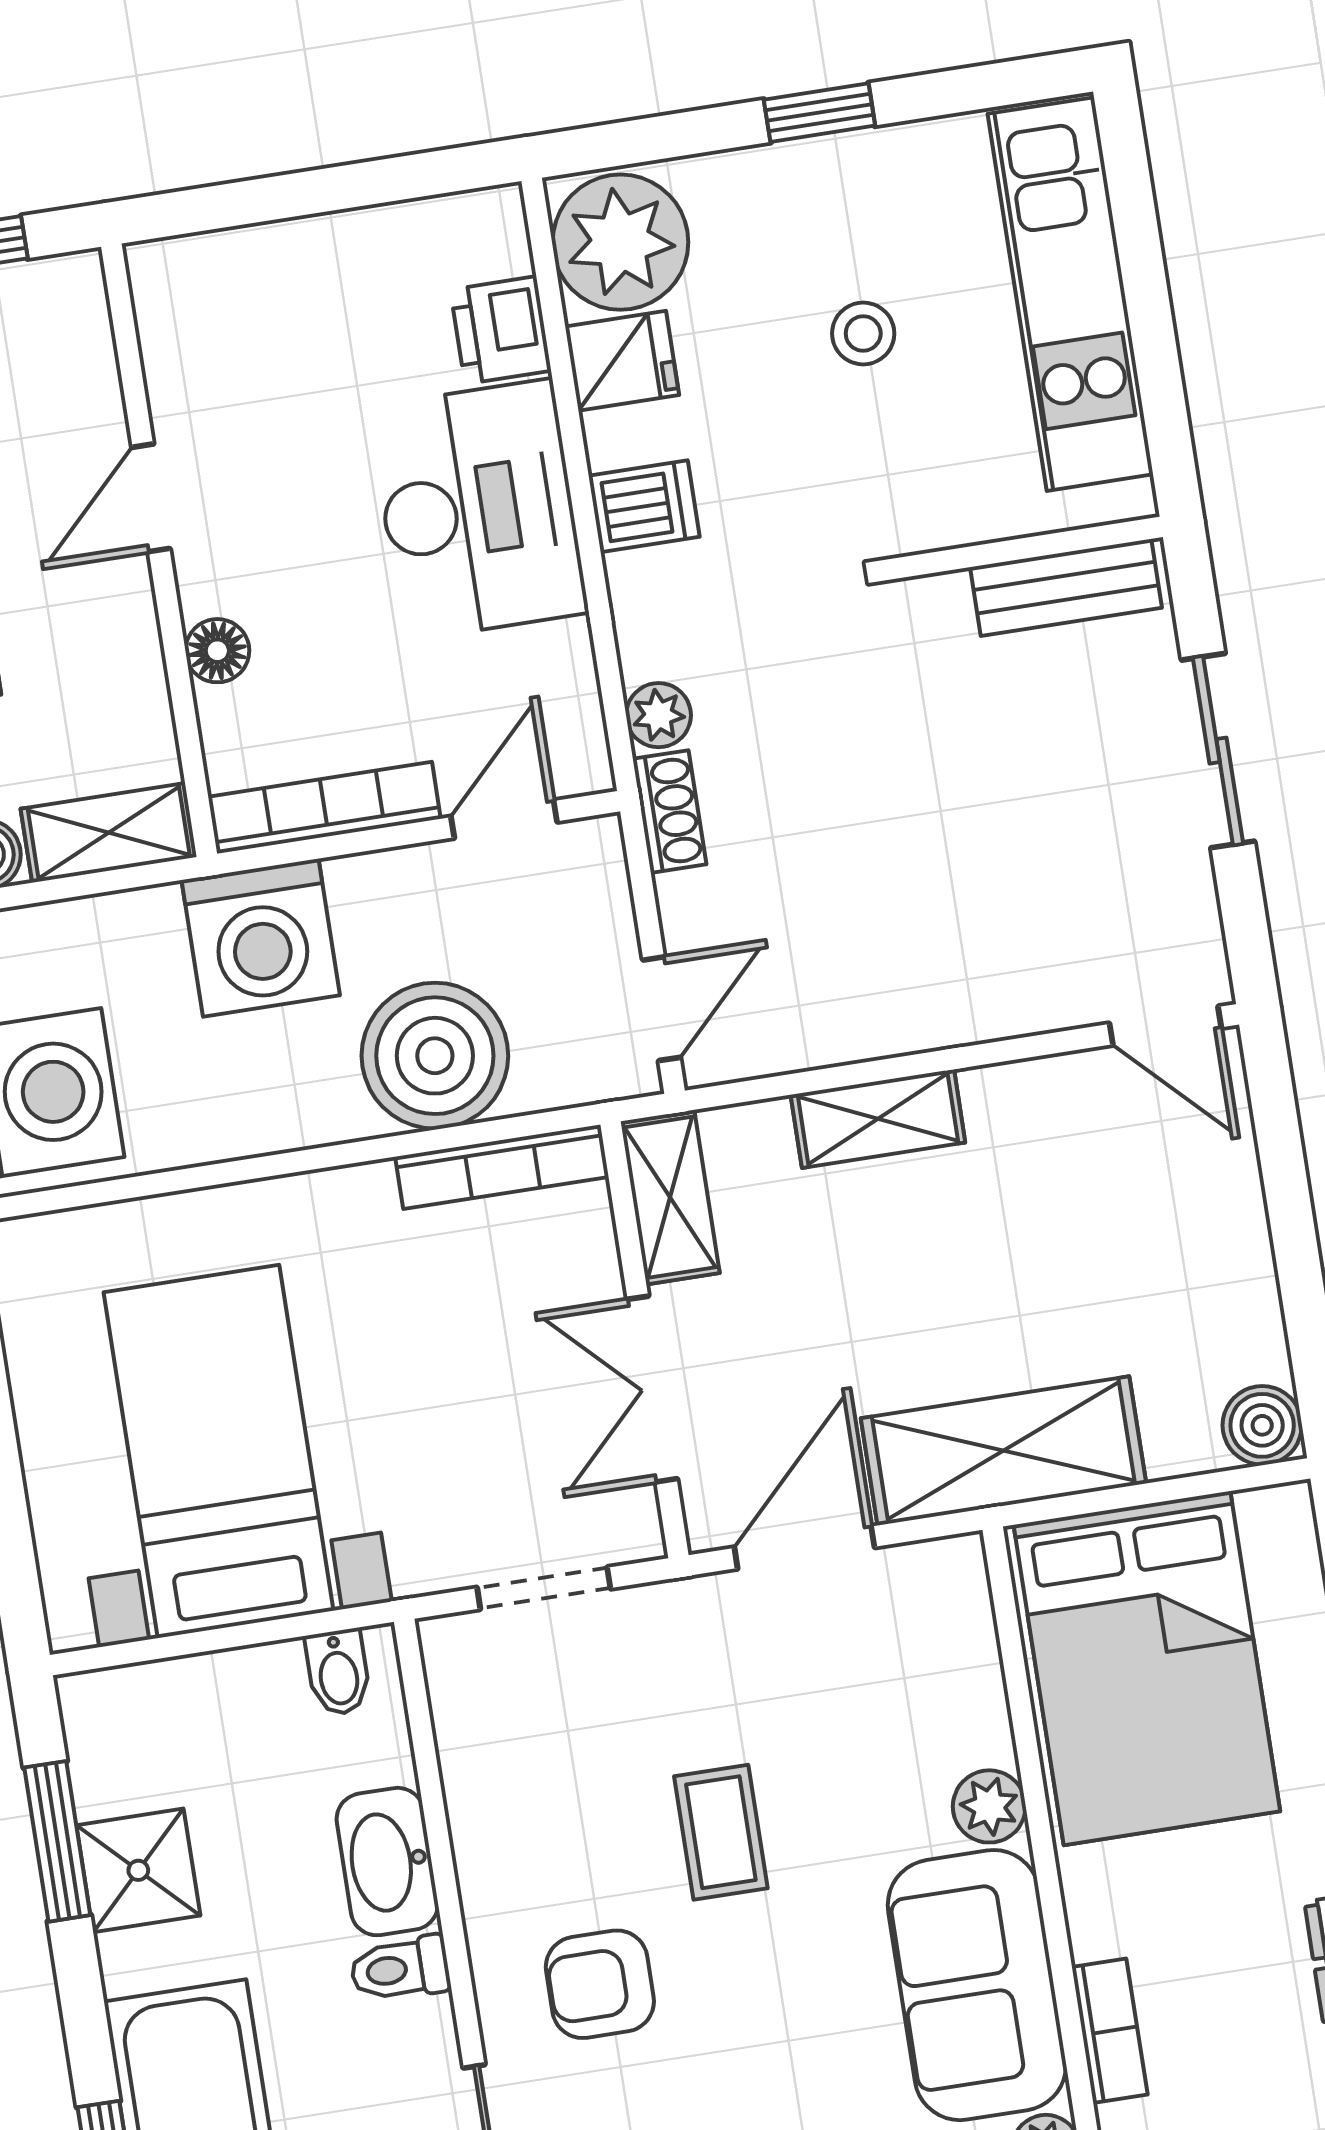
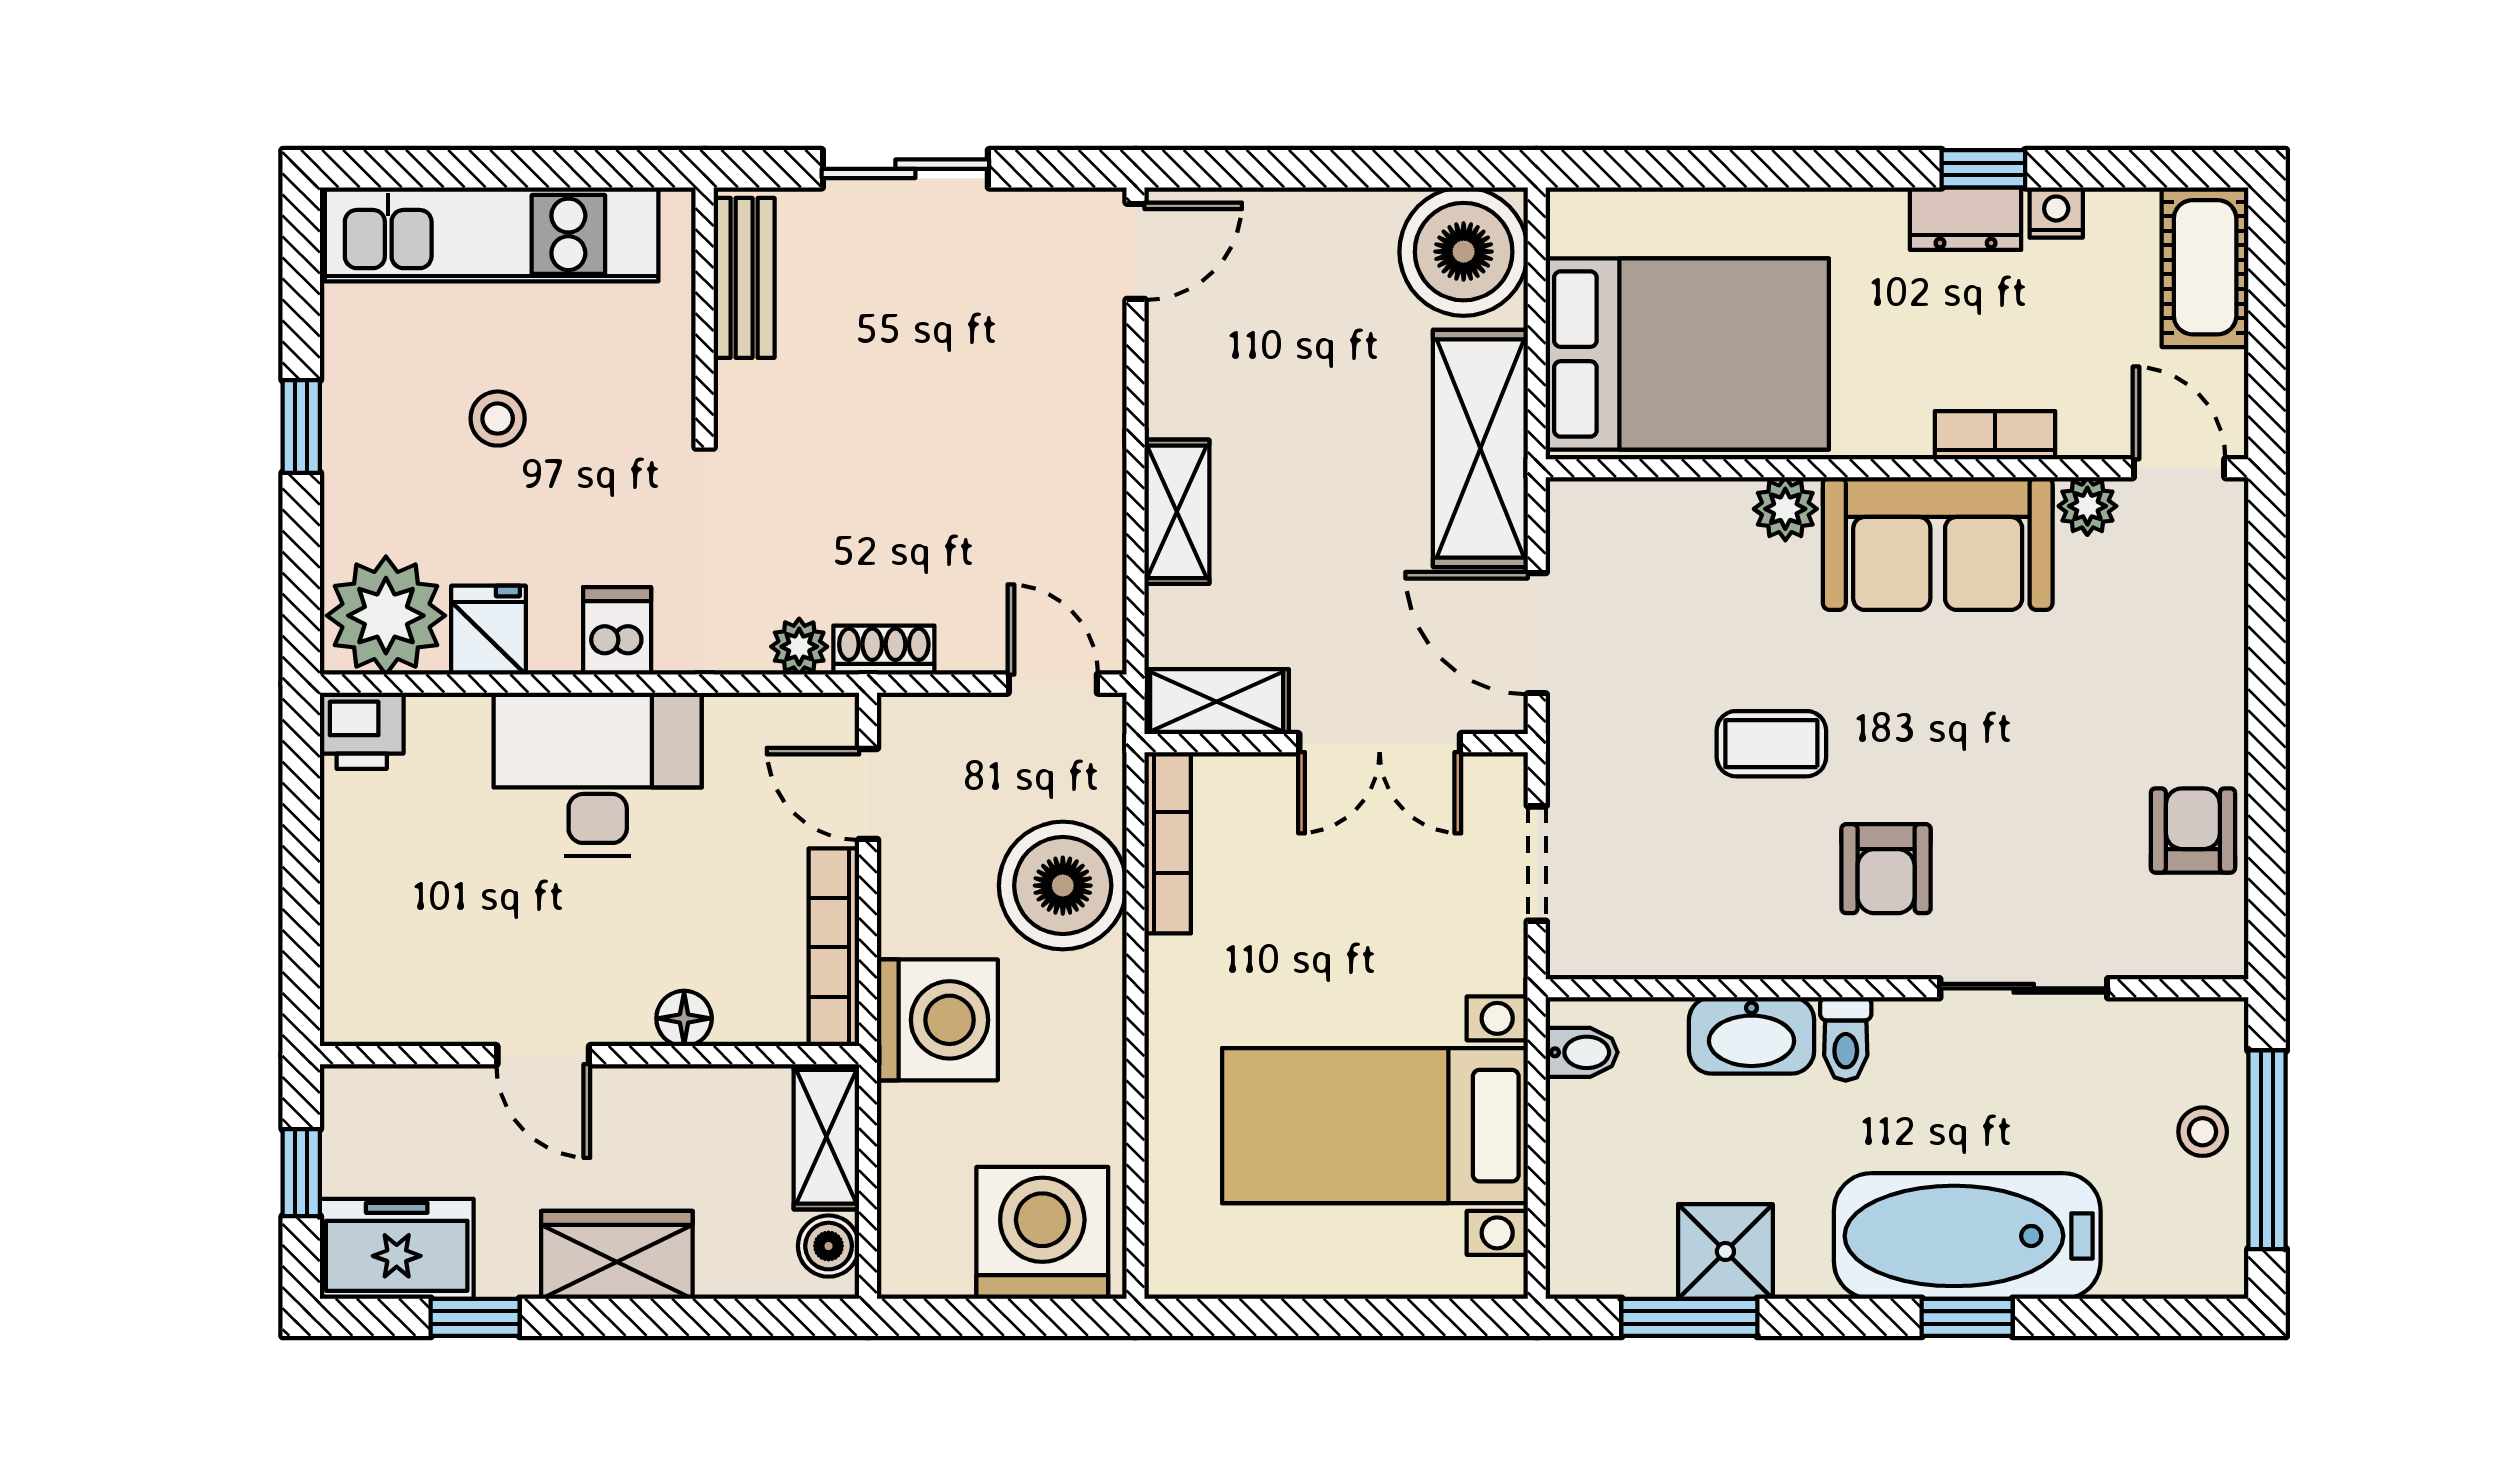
printer: (501, 330) -> (362, 731), moved
boiler: (1262, 1425) -> (1464, 252), width x1.86, depth x1.86

